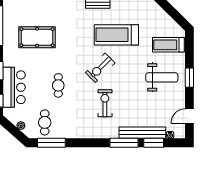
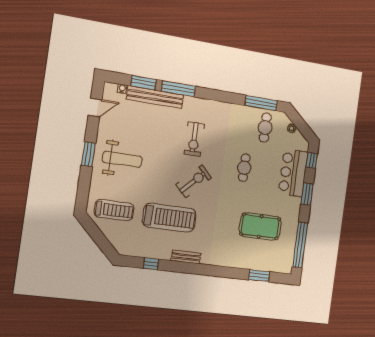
treadmill: (168, 45) -> (114, 210), moved
weight bench: (162, 77) -> (122, 159), turned 180

